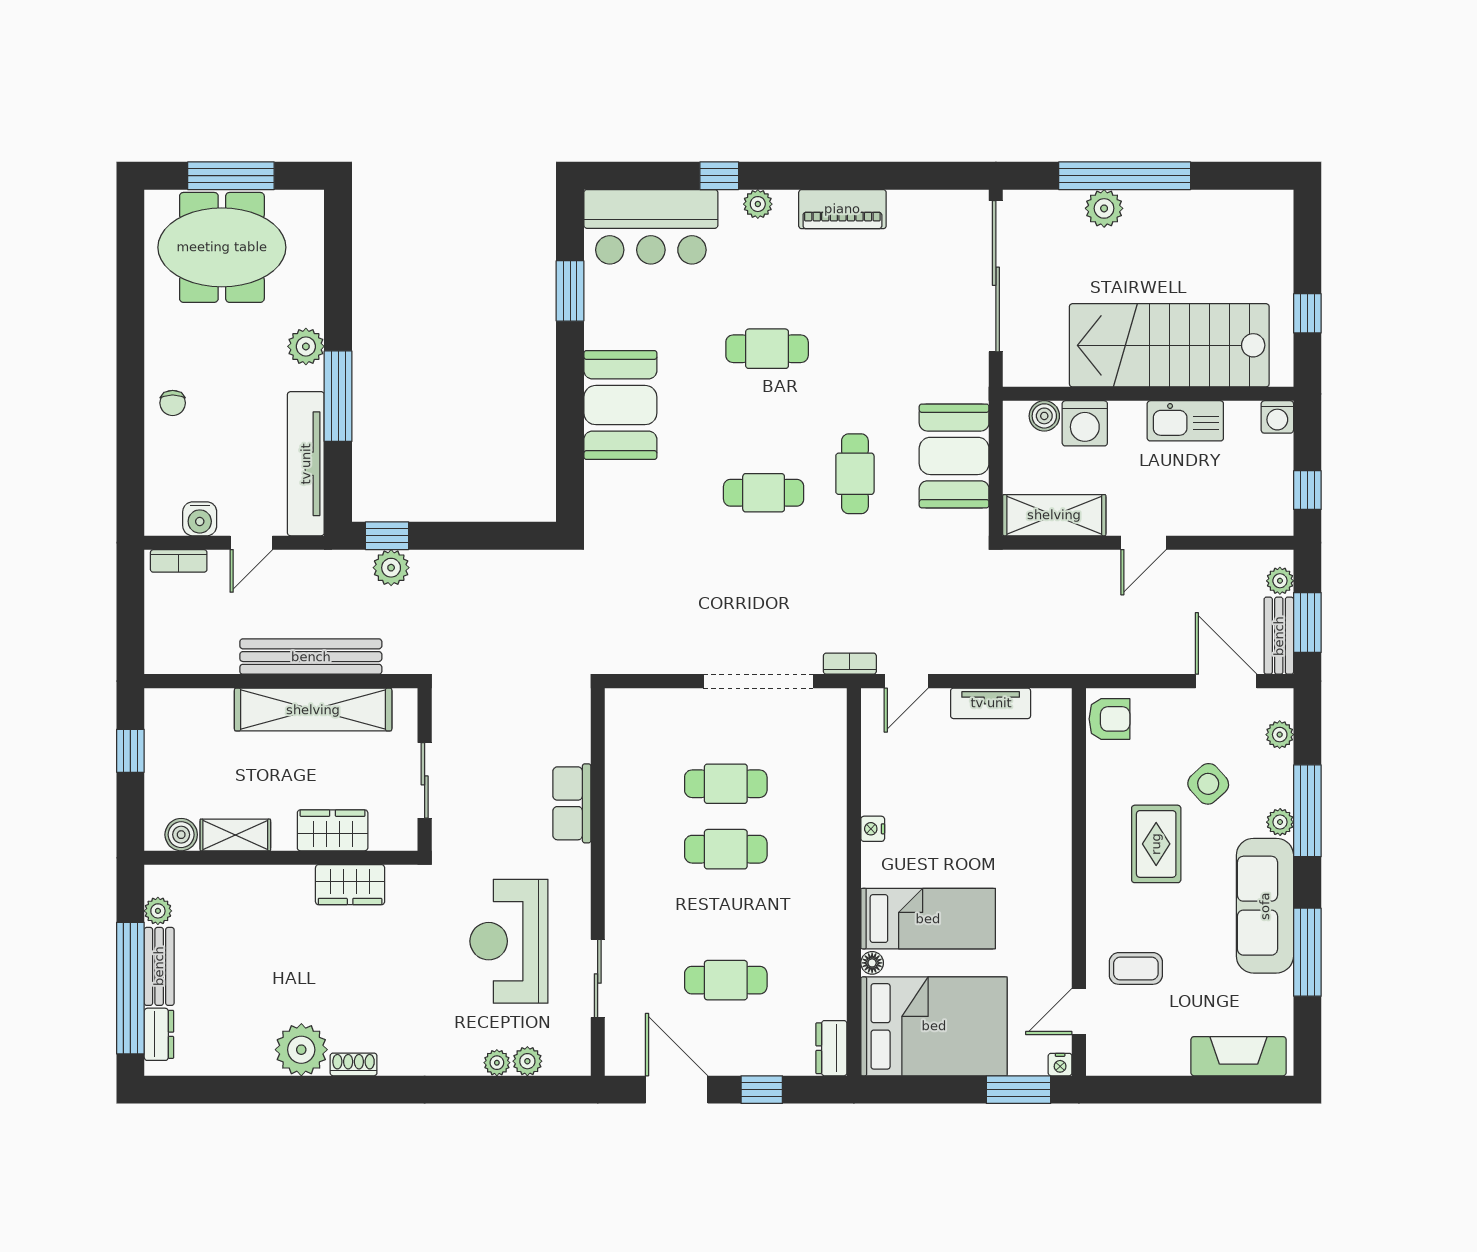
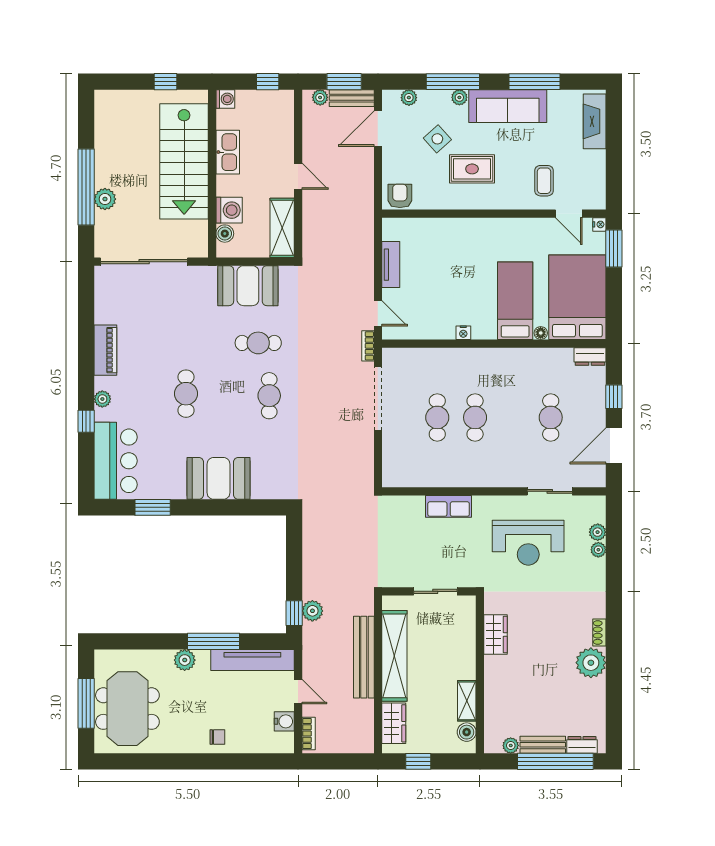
wardrobe: (333, 830) -> (394, 723), moved, turned 180

